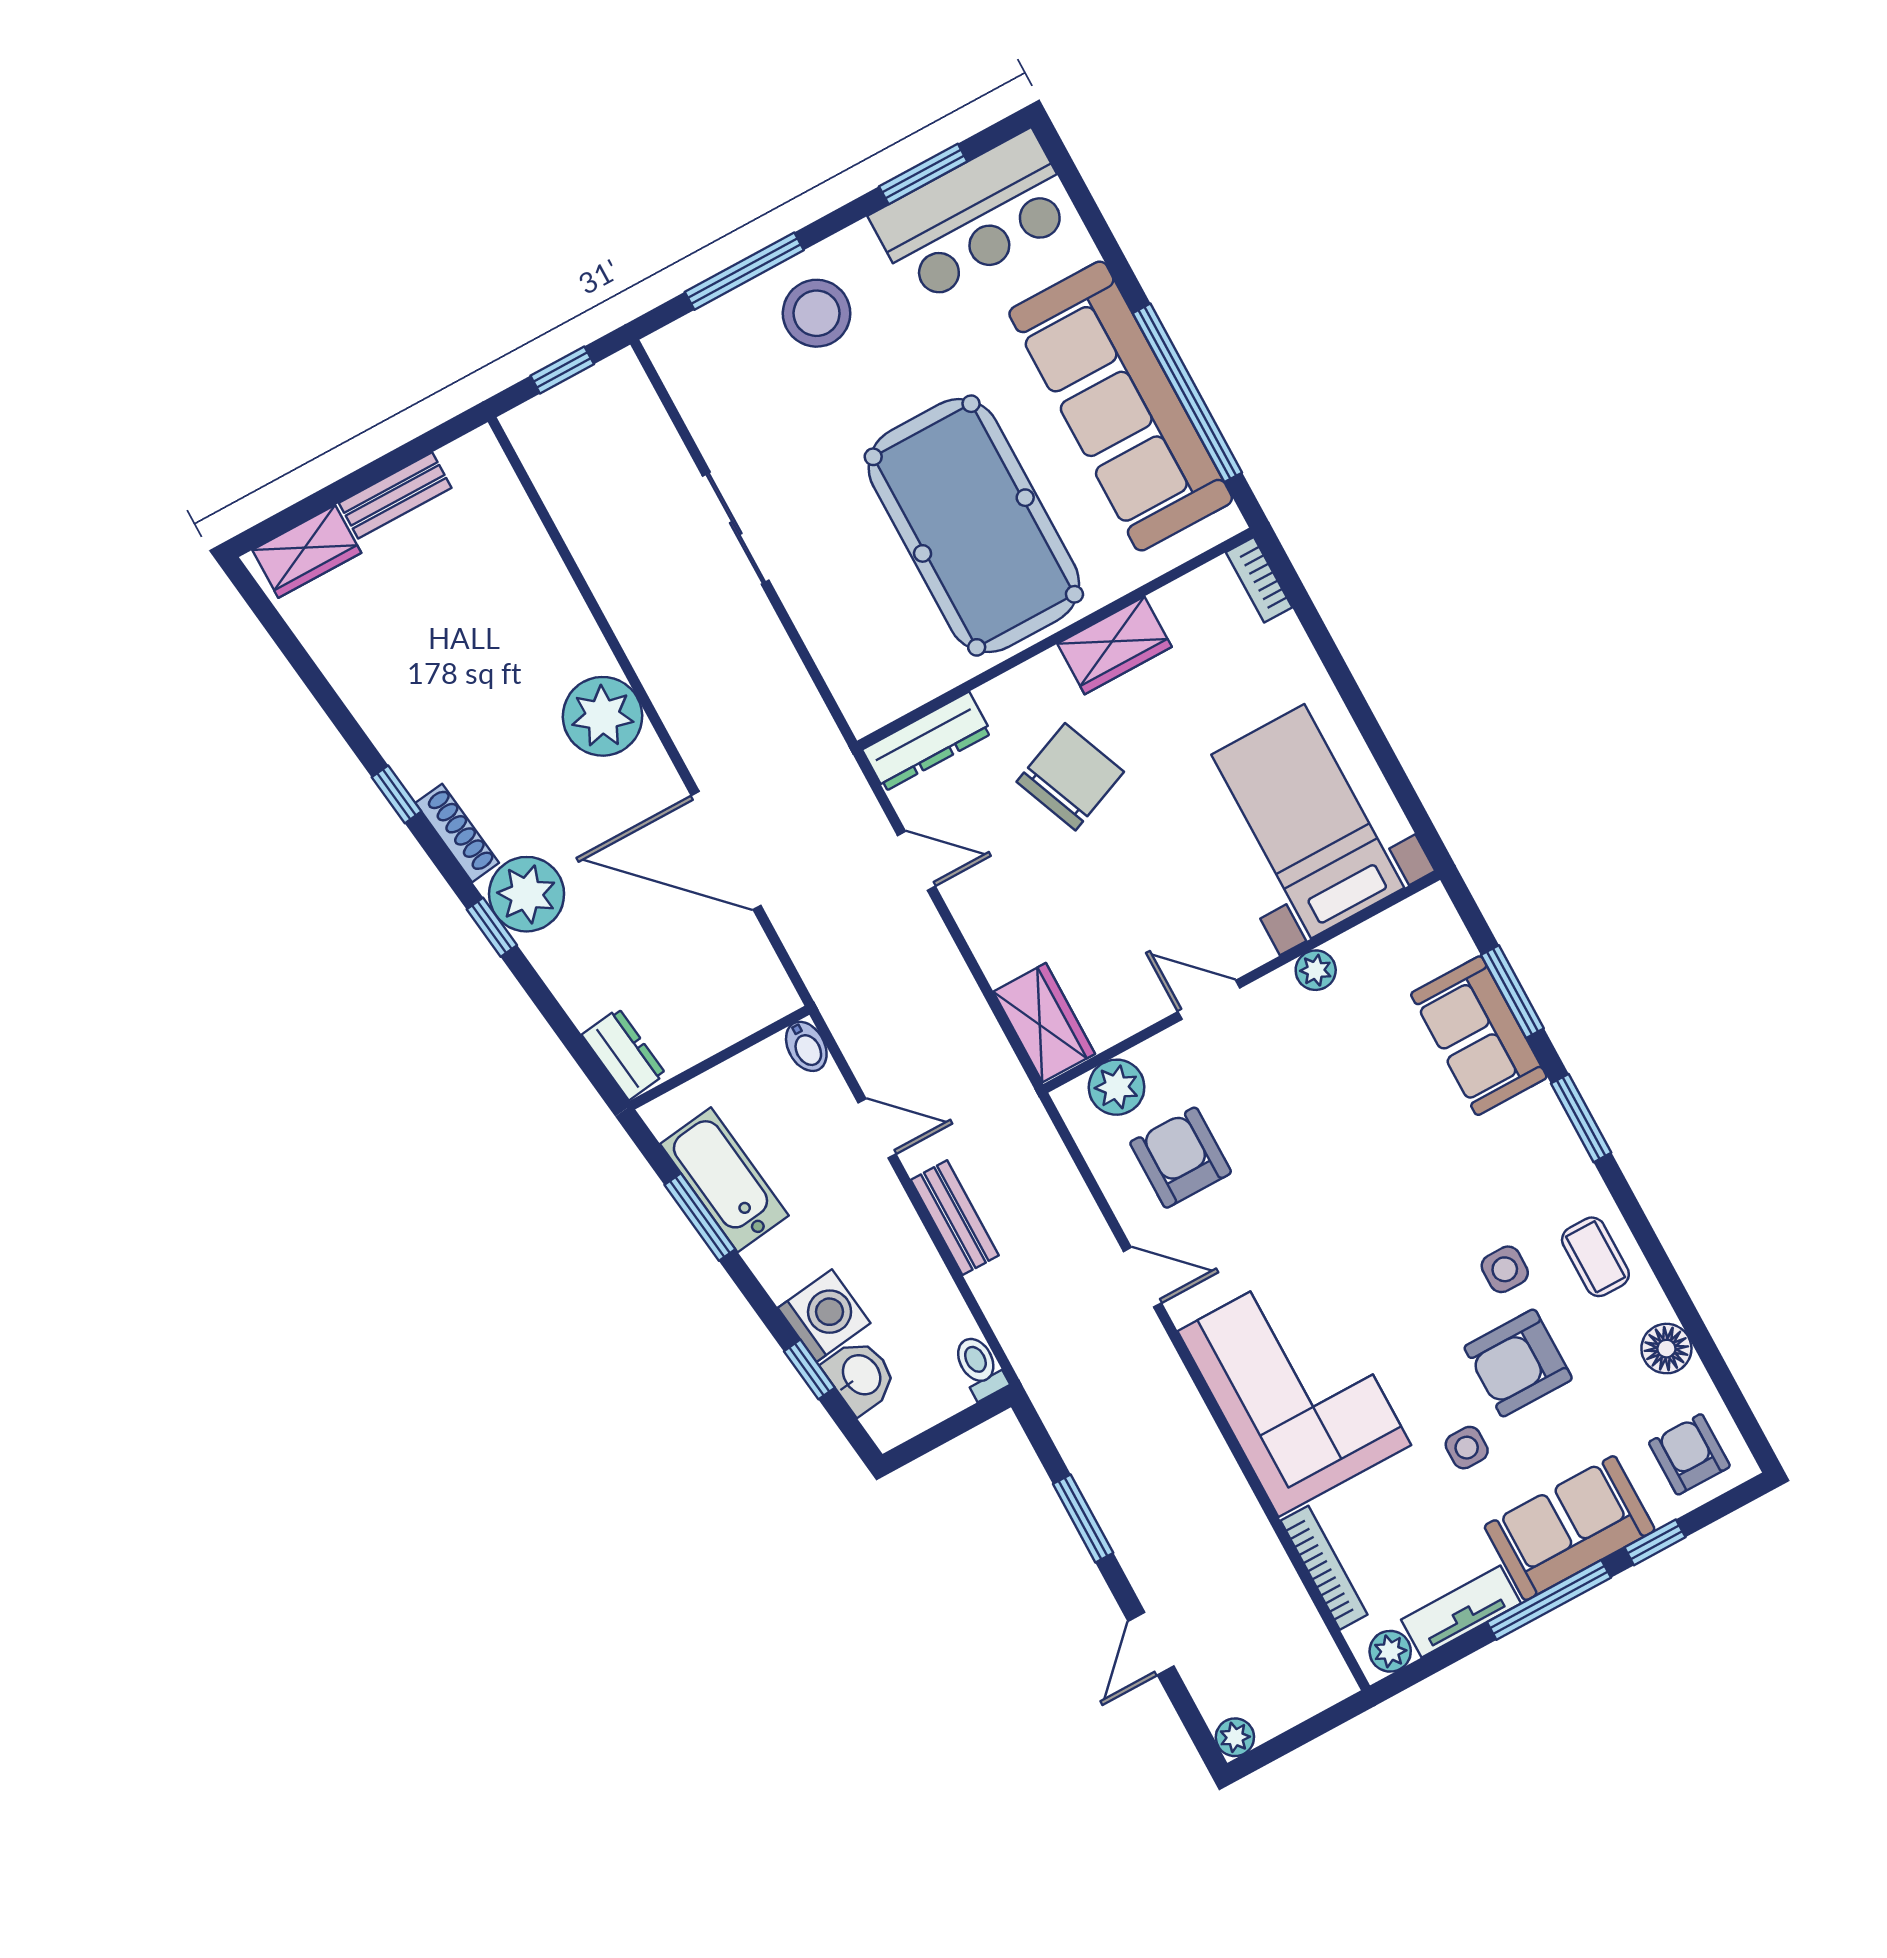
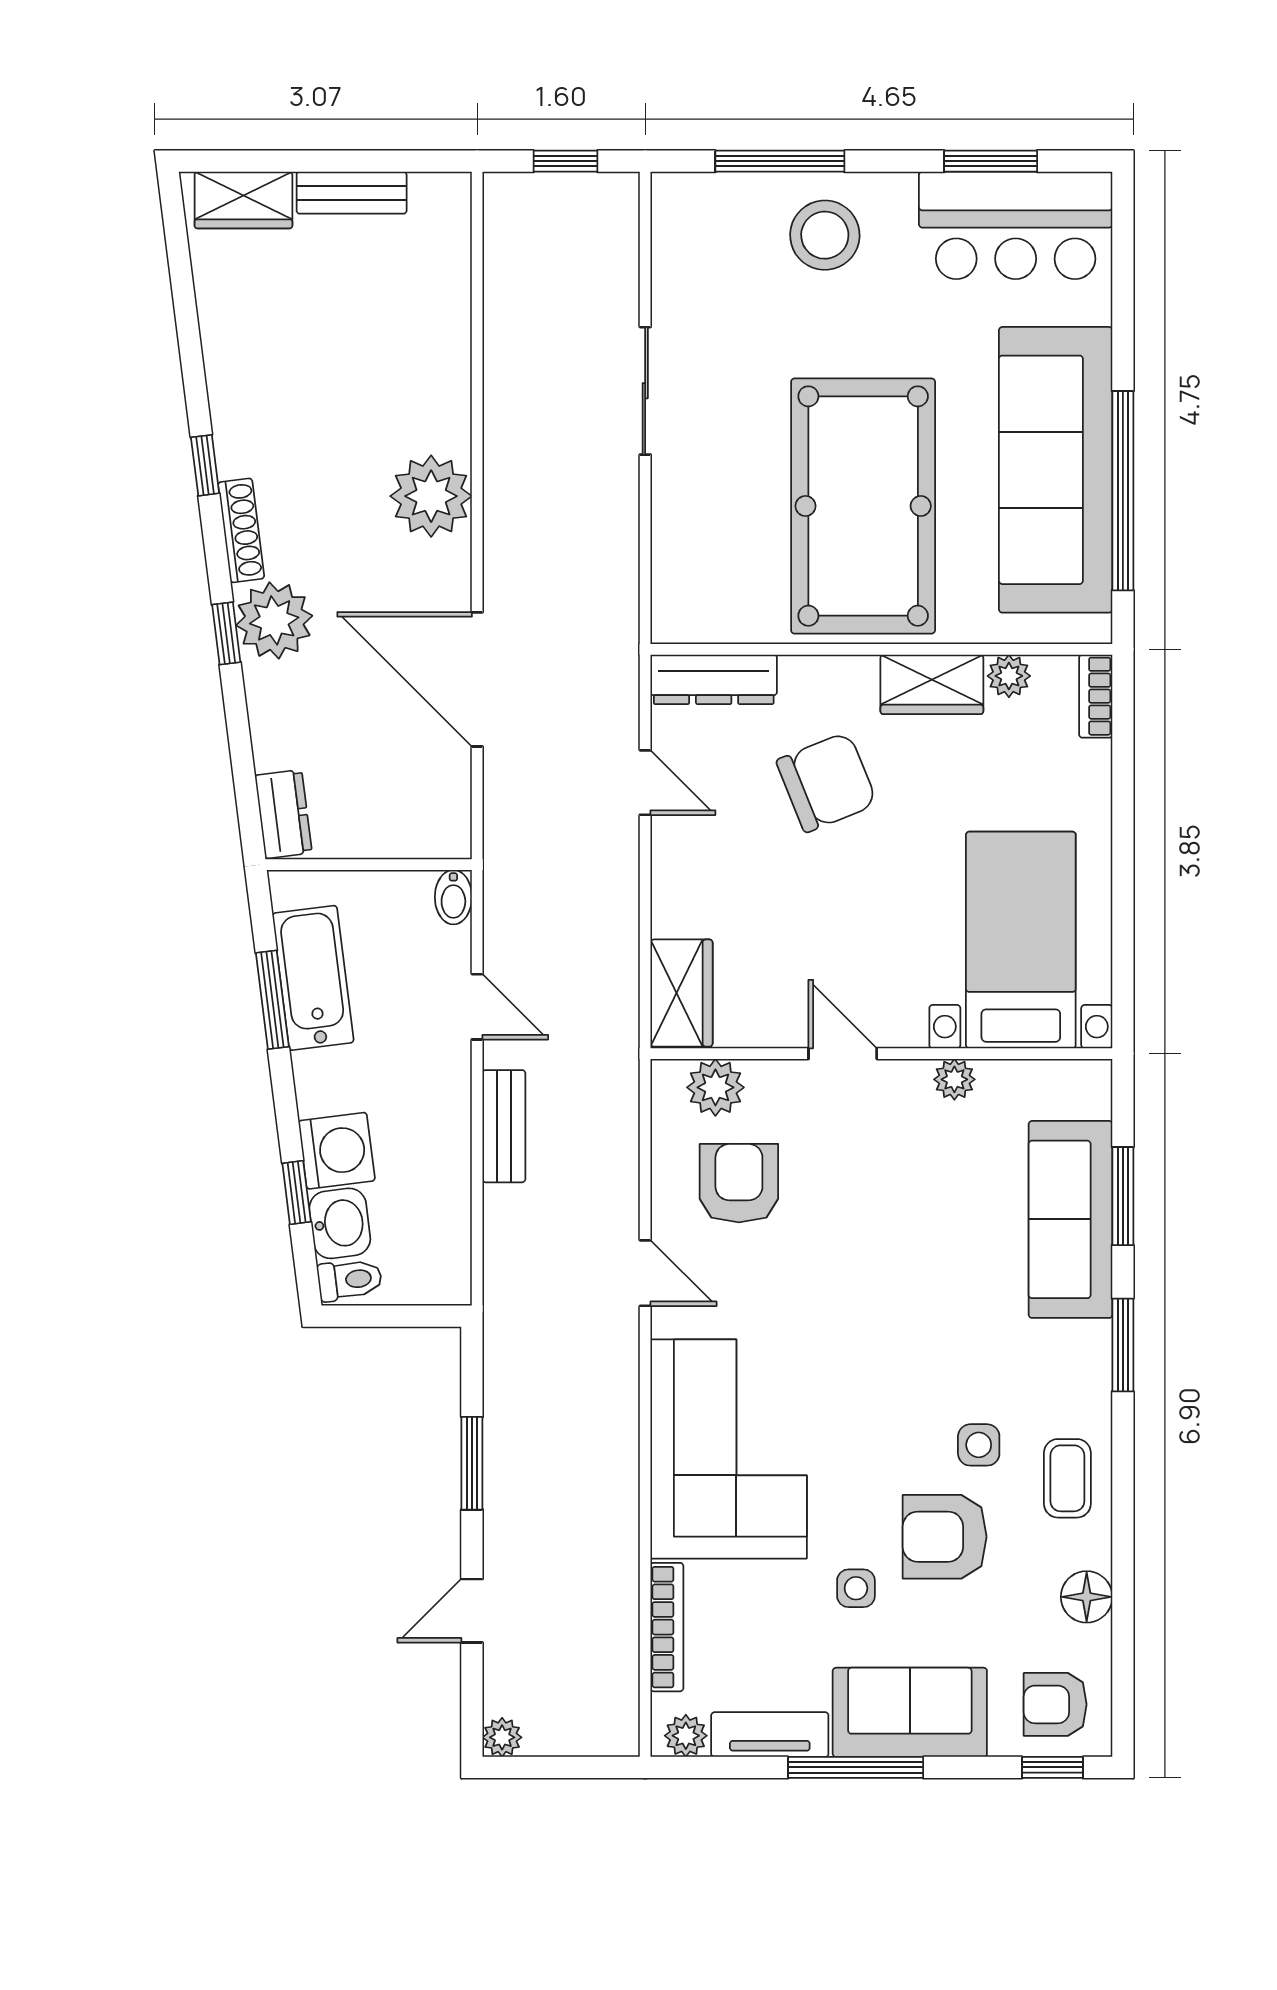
plant: (1176, 603) -> (1009, 676), added
sofa: (1479, 1036) -> (1071, 1219), width x1.36
toilet: (980, 1367) -> (350, 1280), moved, turned 83
armchair: (1689, 1454) -> (1055, 1704), turned -90
window: (1655, 1542) -> (1052, 1767), moved

